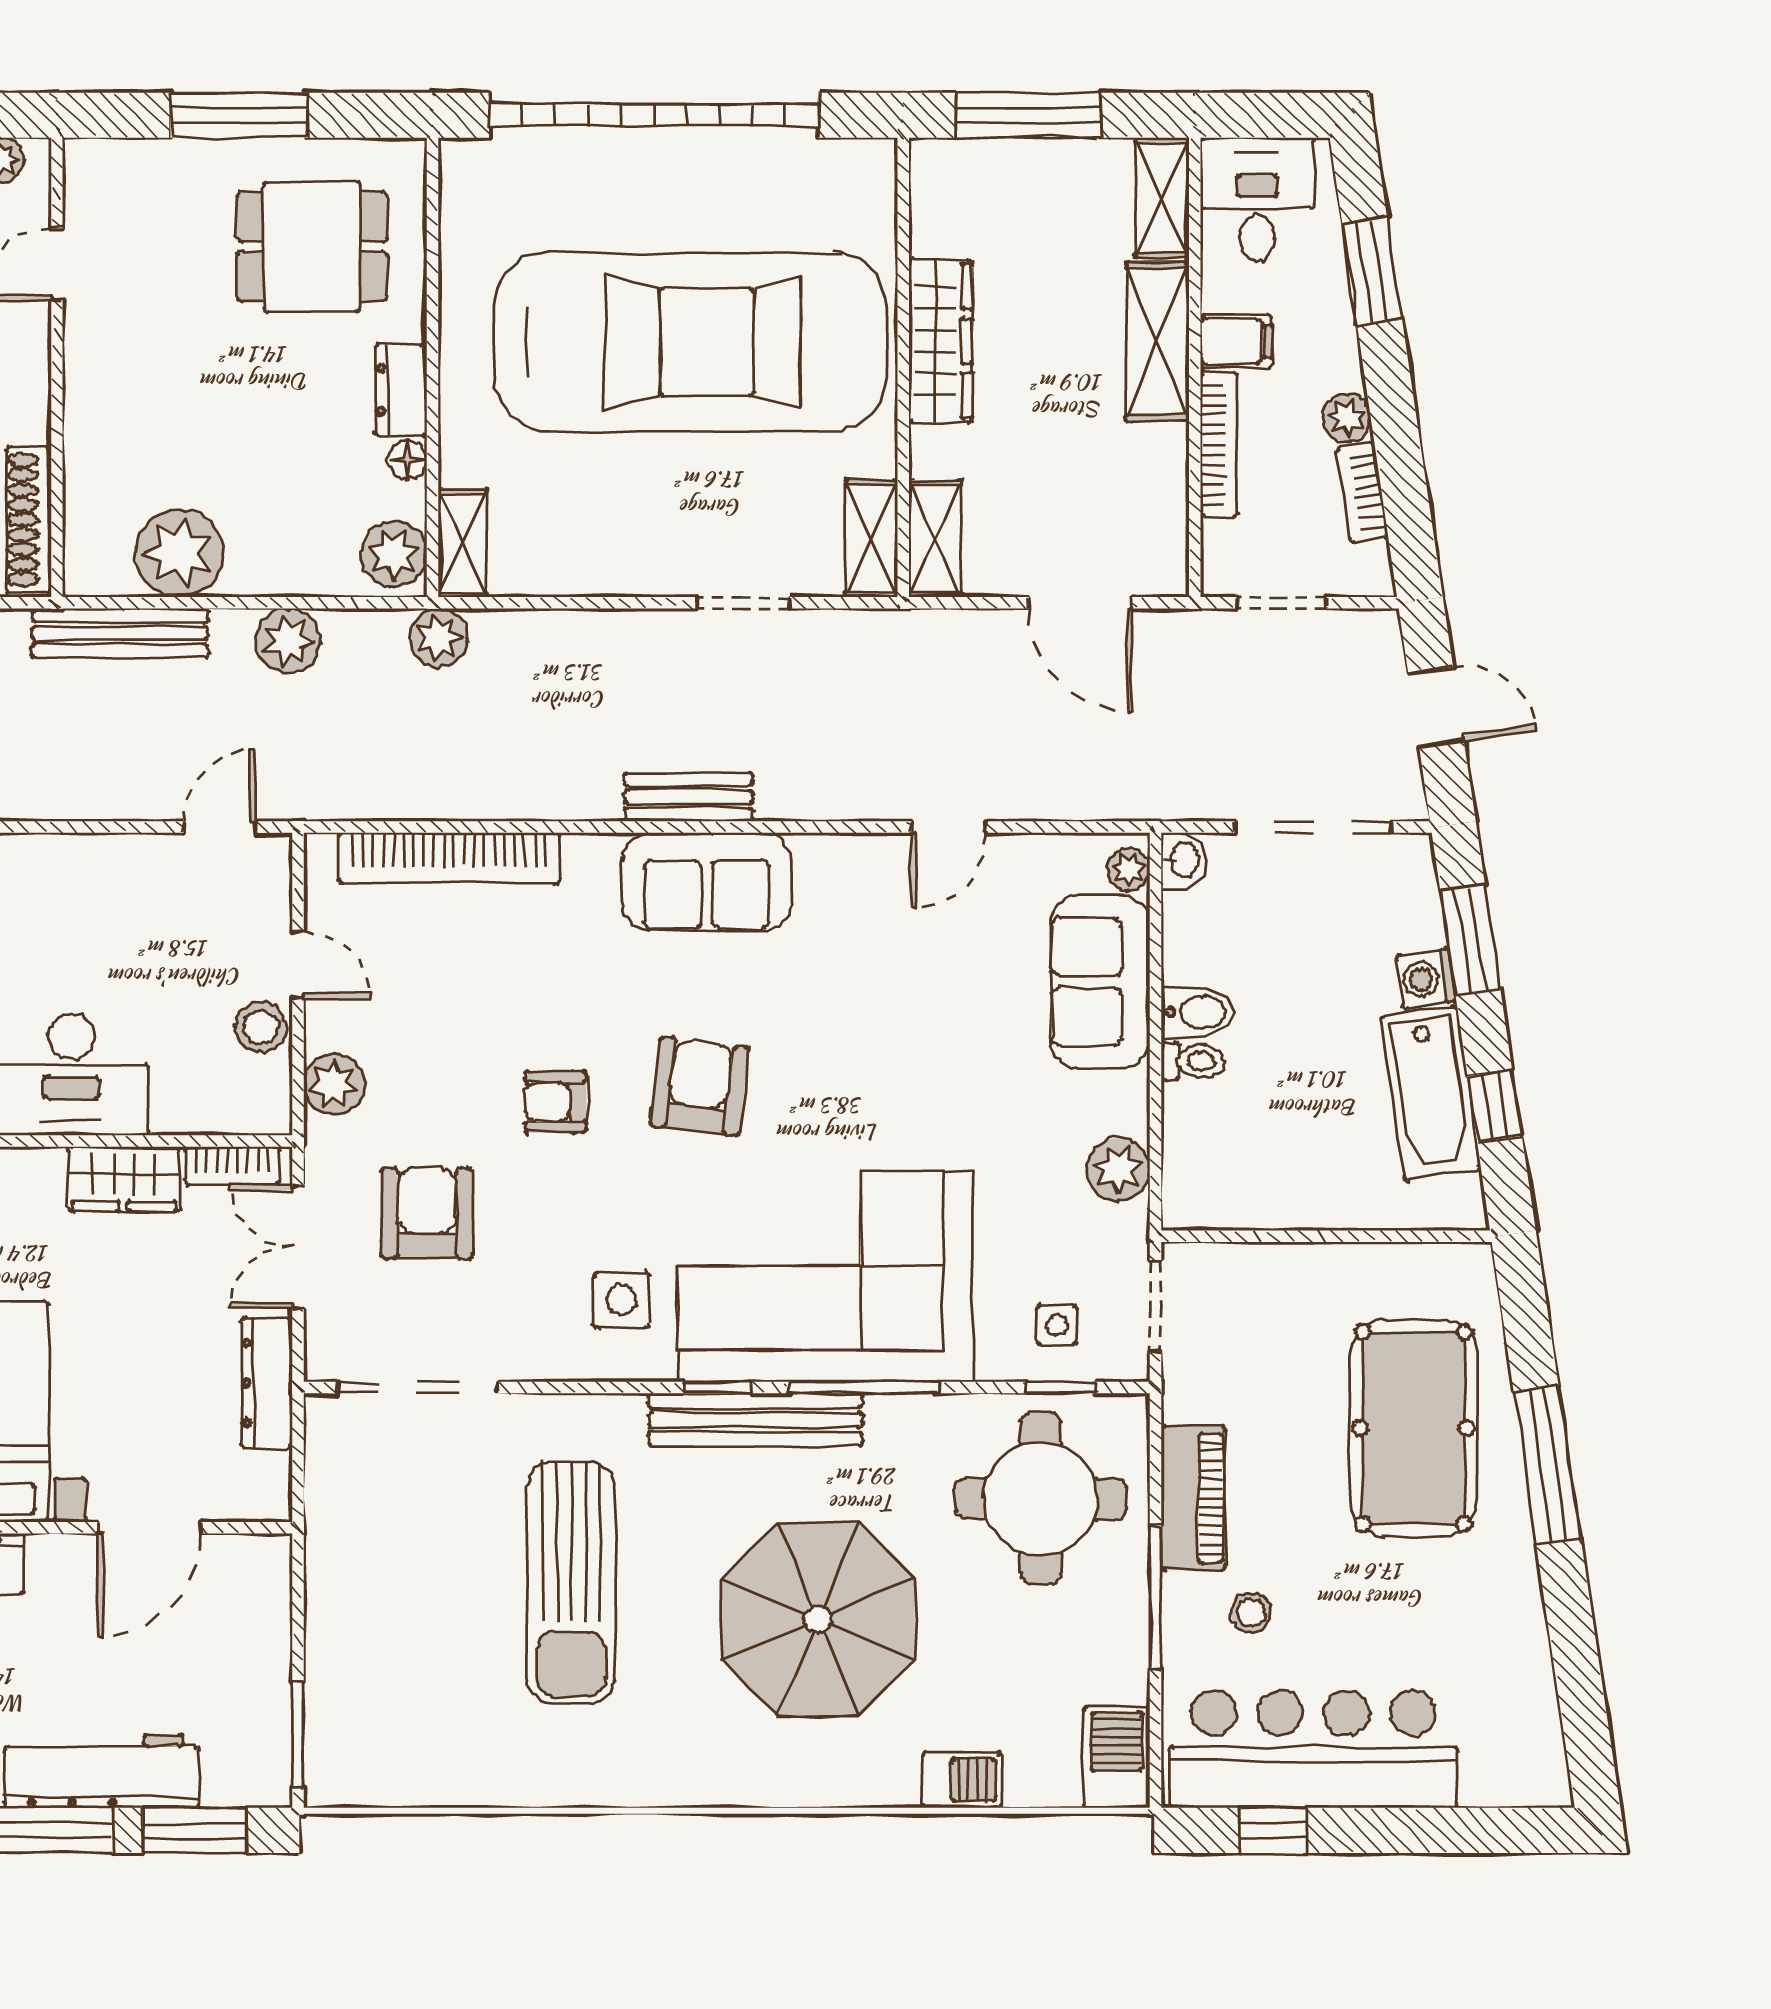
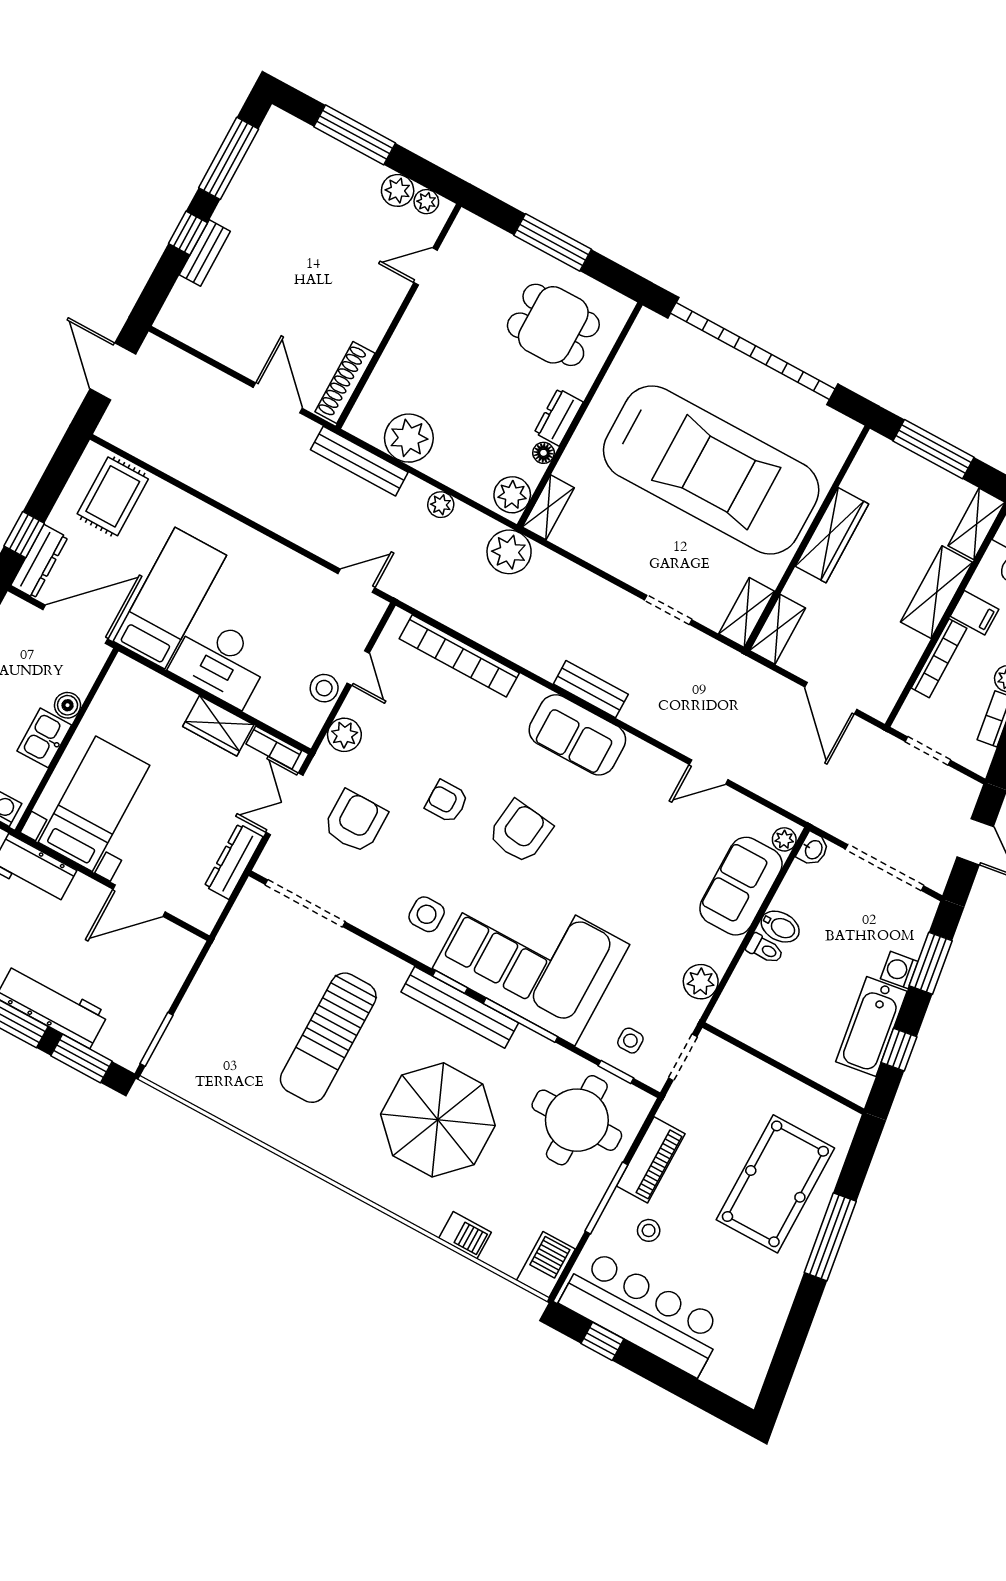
plant: (438, 638) -> (509, 552), width x1.36, depth x1.36
plant: (288, 641) -> (441, 505), width x0.73, depth x0.73

